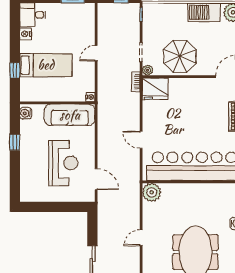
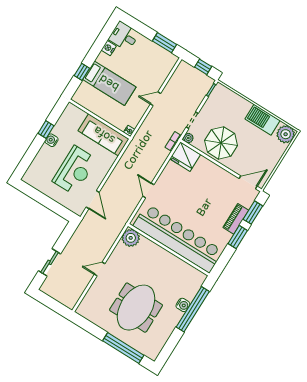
water cooler: (26, 113) -> (51, 140), moved

